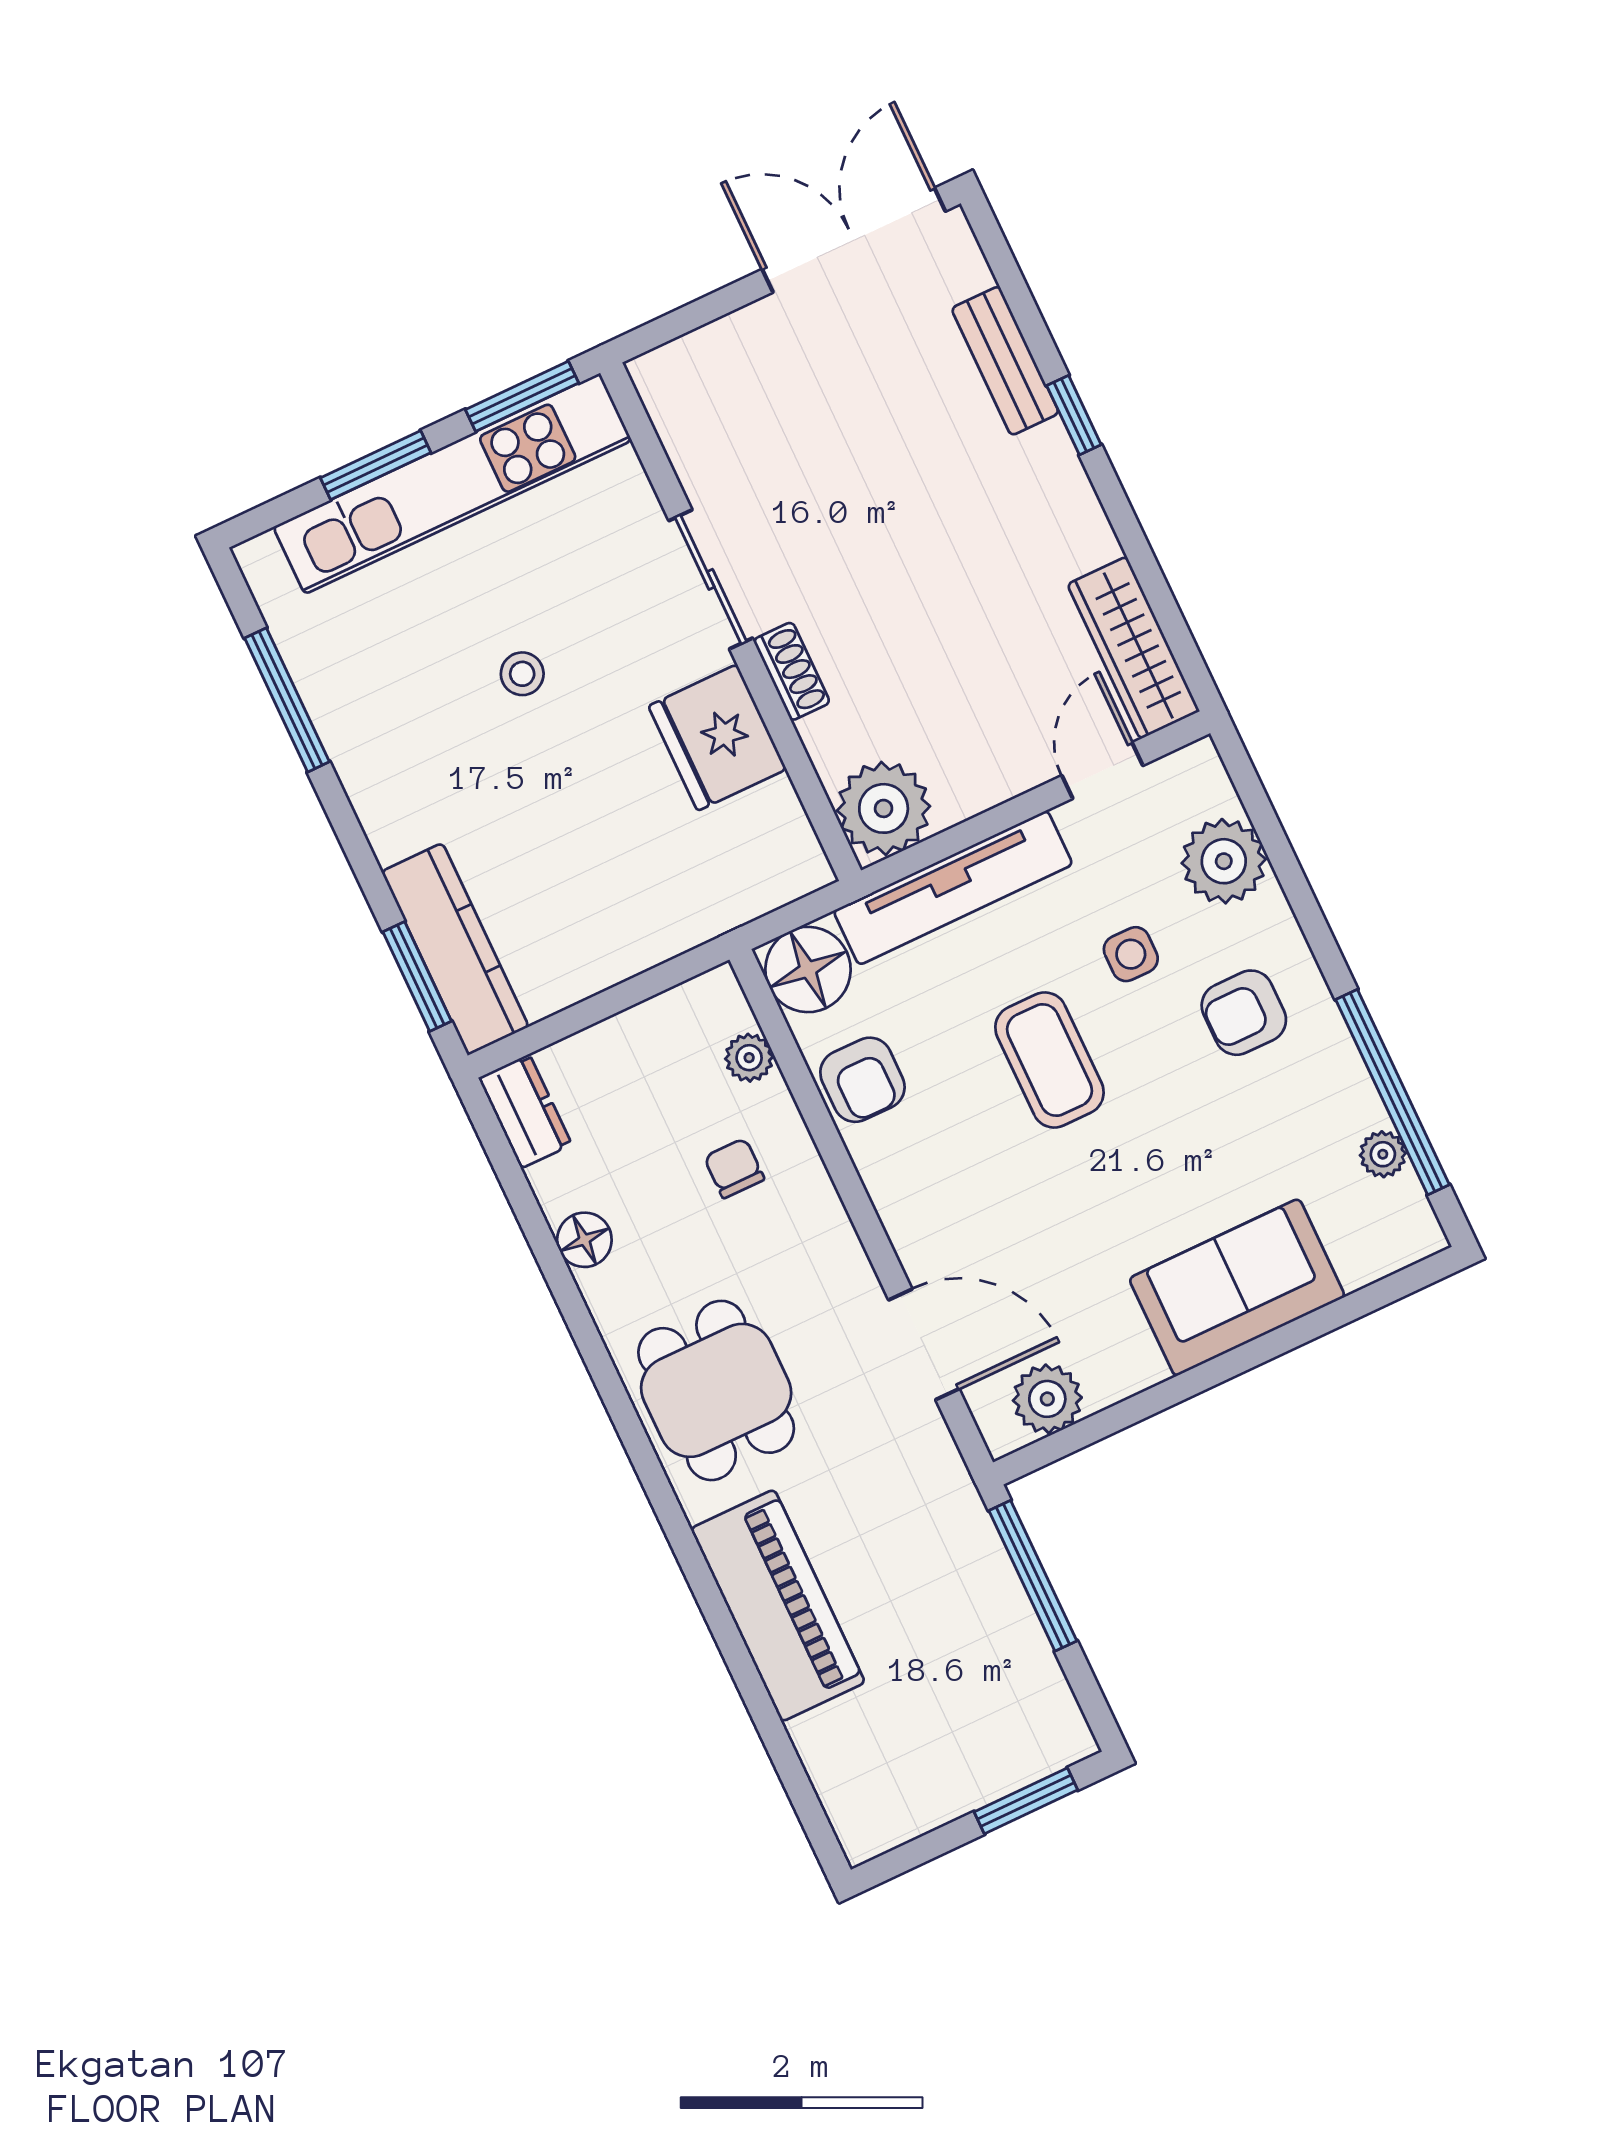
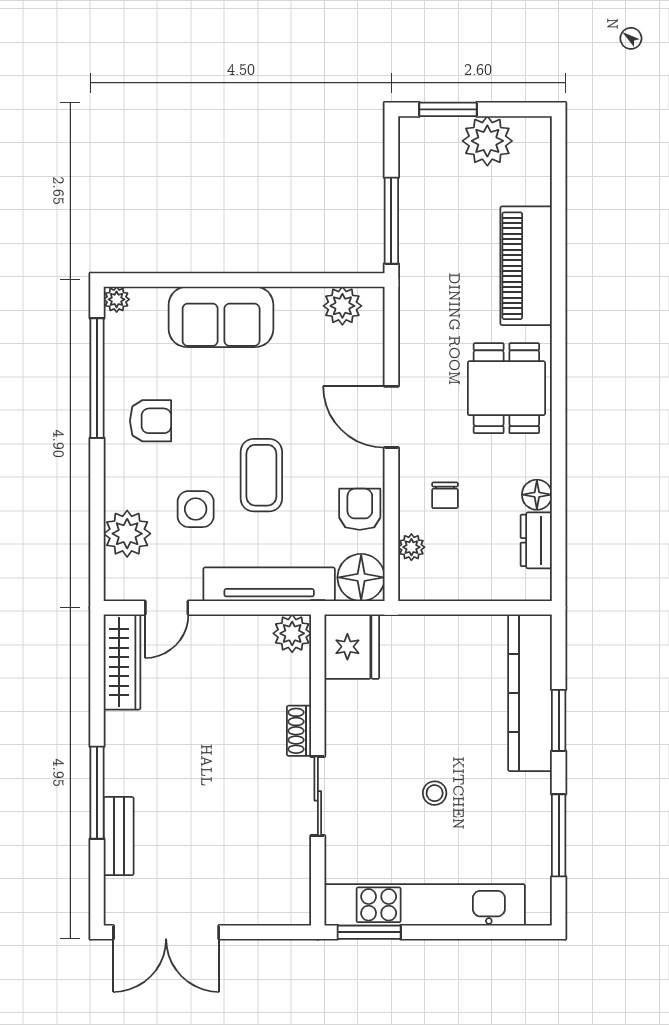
window: (1074, 415) -> (97, 793), width x2.17
window: (376, 465) -> (459, 932), removed
fridge: (717, 738) -> (352, 647), moved
plant: (884, 808) -> (292, 633), width x0.73, depth x0.73
kitchen counter: (455, 949) -> (530, 693), width x1.39, depth x1.17
side table: (1131, 954) -> (196, 509), width x1.37, depth x1.37
window: (417, 976) -> (559, 720), moved
armchair: (1244, 1013) -> (151, 421), moved
dresser: (525, 1111) -> (536, 540), moved
plant: (1383, 1154) -> (117, 299), moved
door: (924, 1344) -> (391, 417), moved
plant: (937, 1780) -> (487, 141), added

